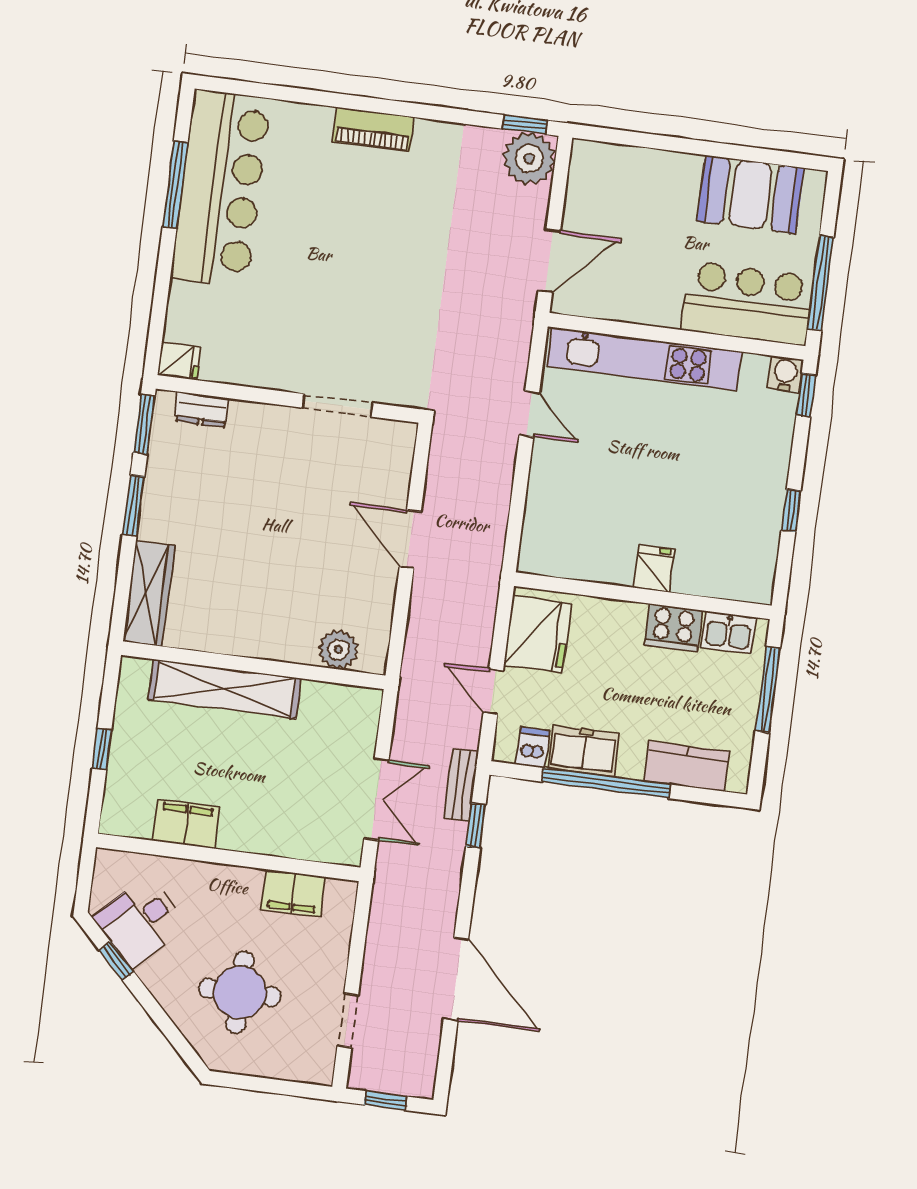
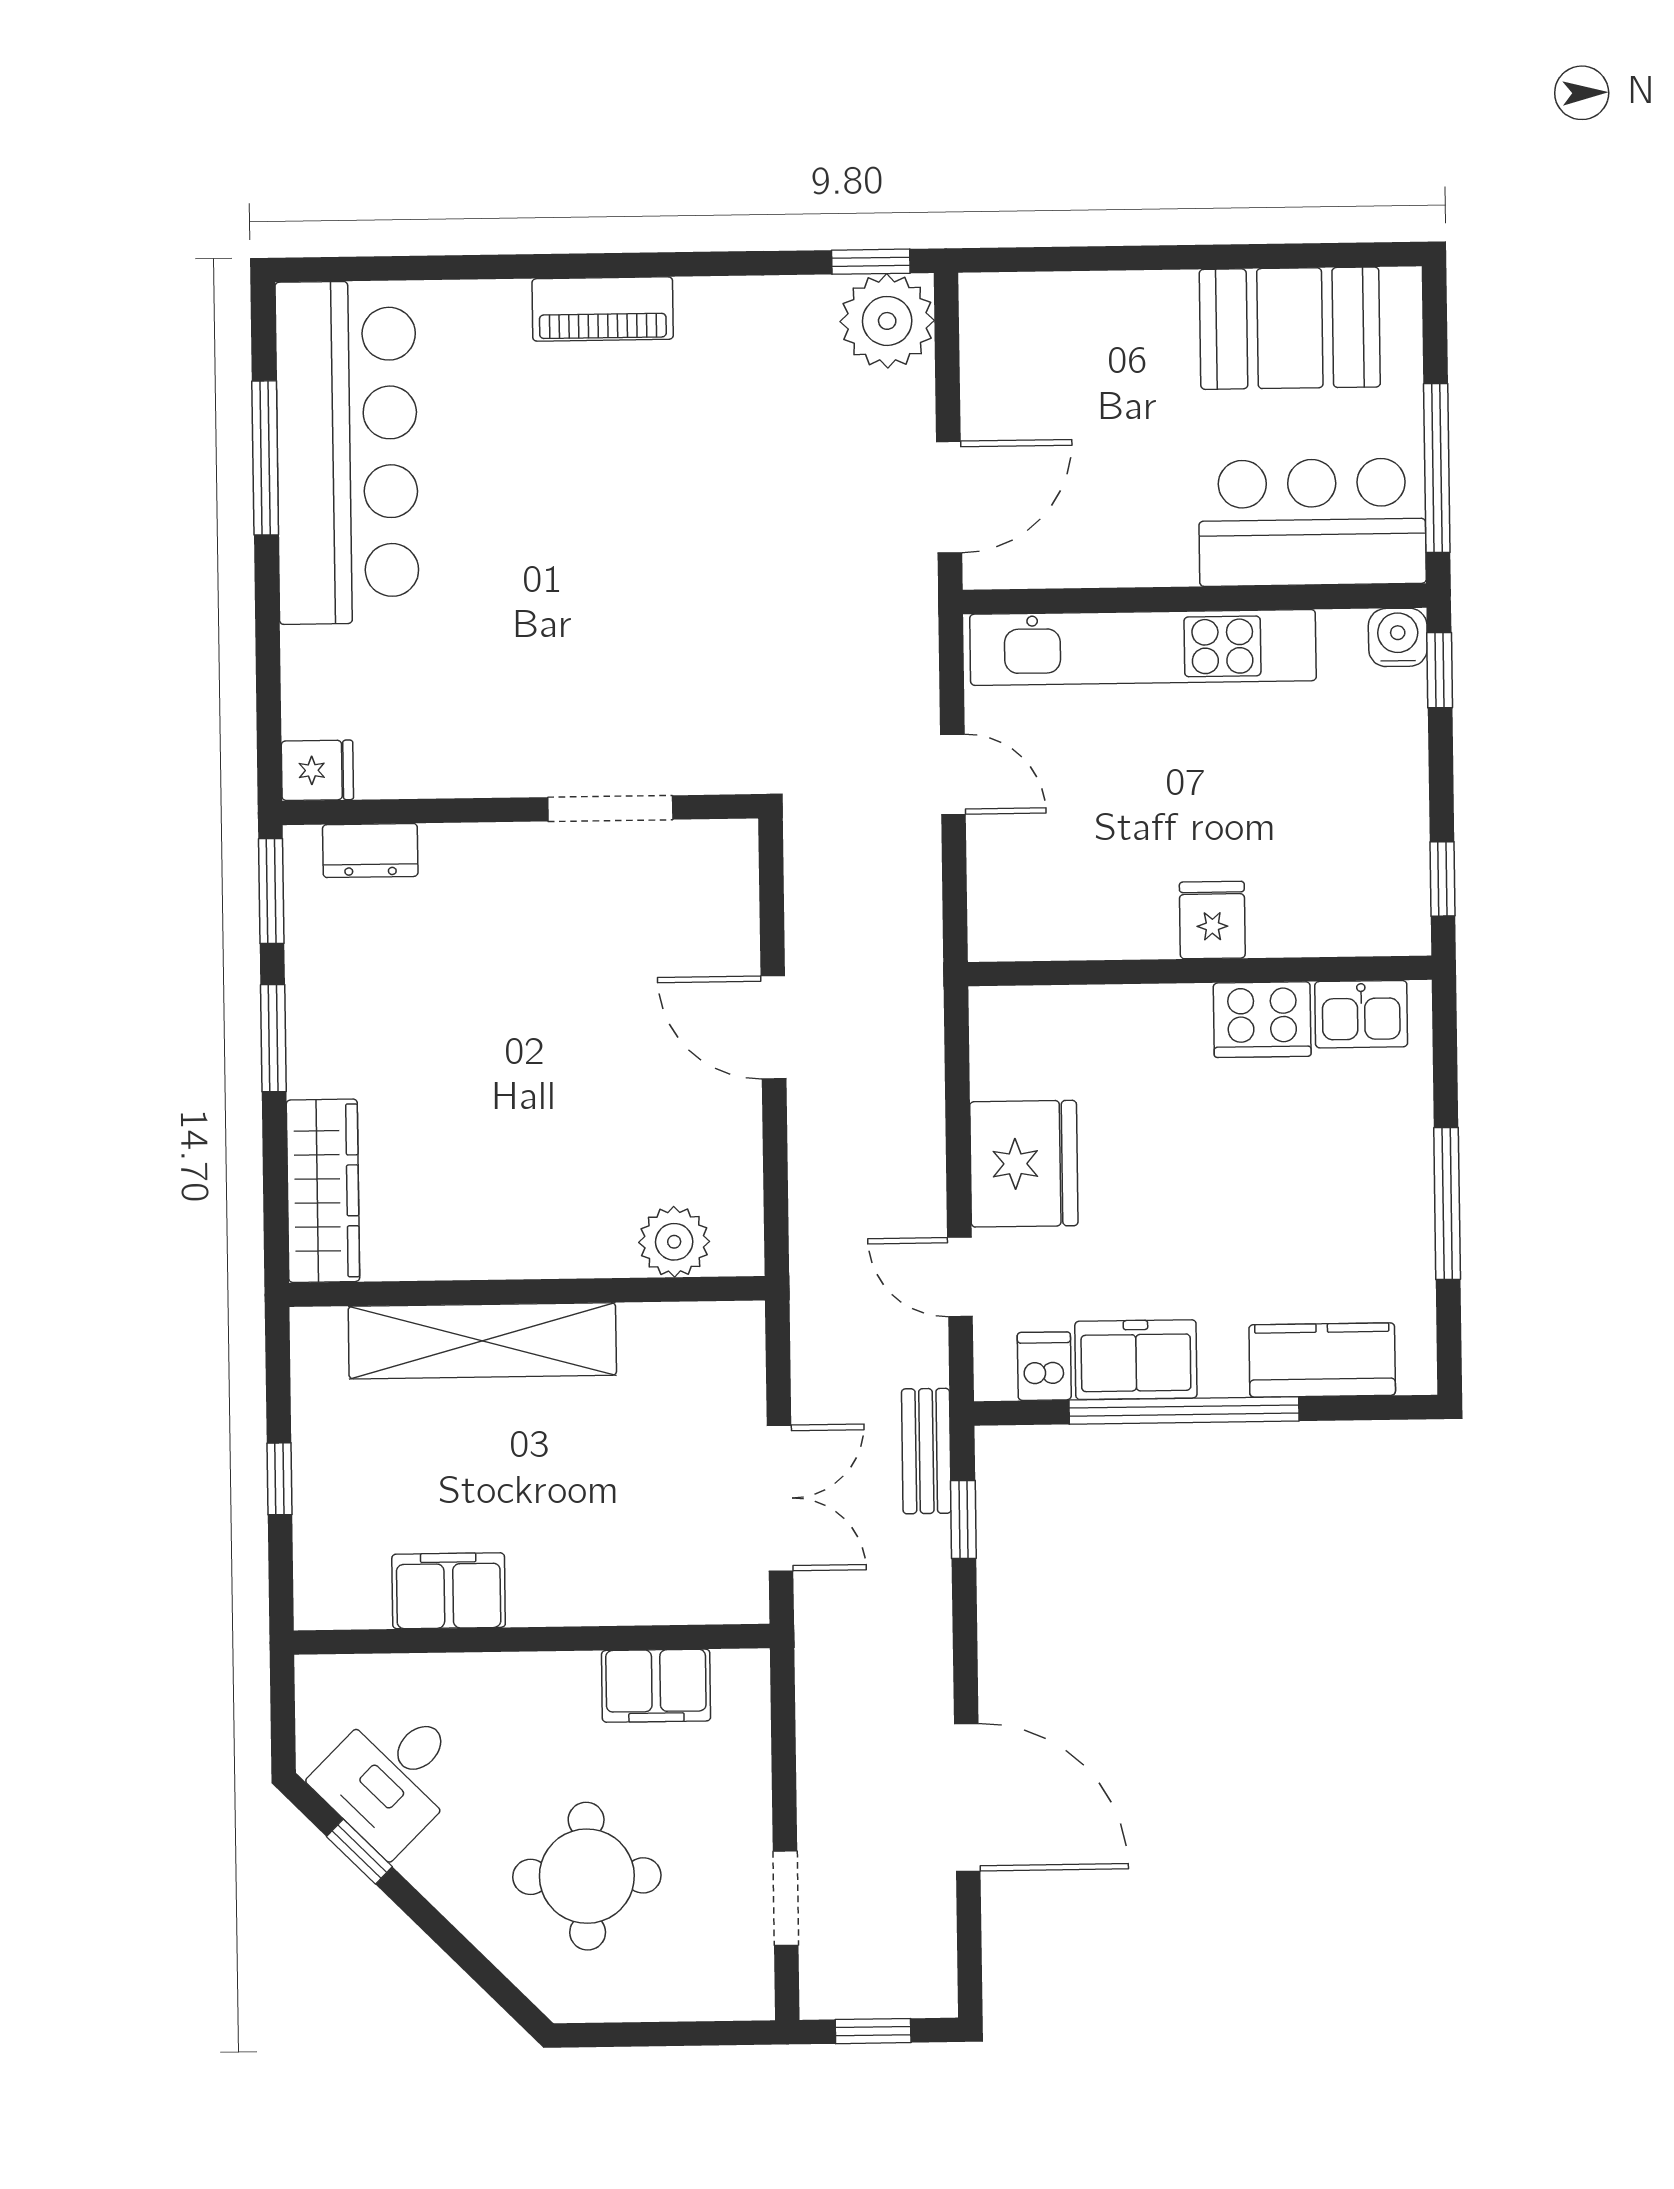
fridge: (654, 569) -> (1212, 920), moved
wall: (643, 596) -> (1200, 971), moved
cooker: (673, 628) -> (1262, 1020), moved
kitchen sink: (728, 633) -> (1361, 1014), moved

